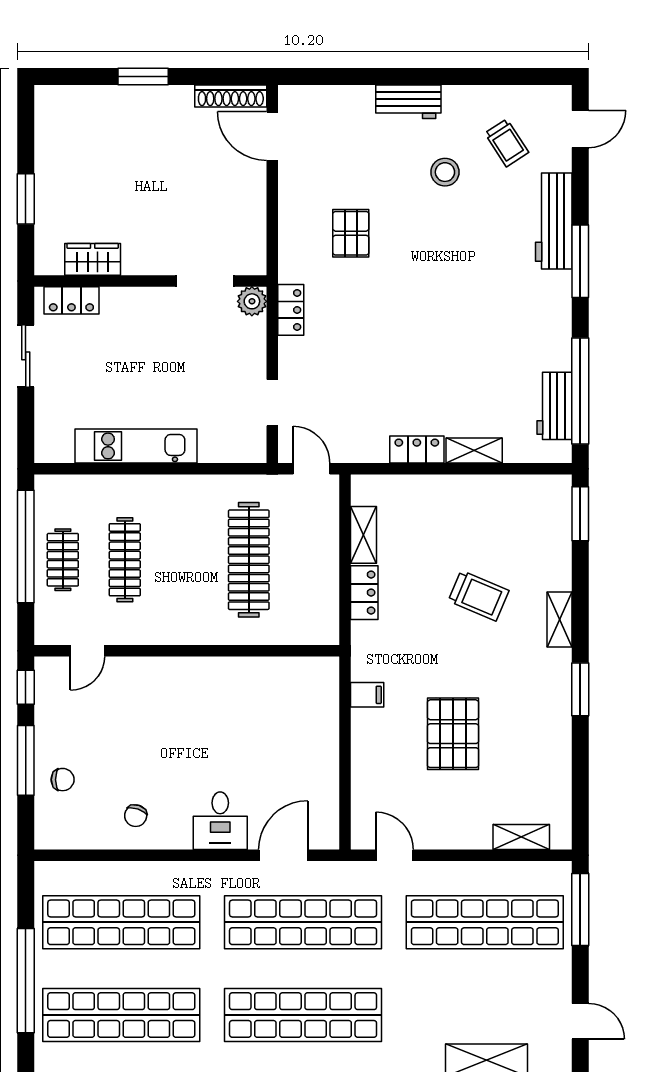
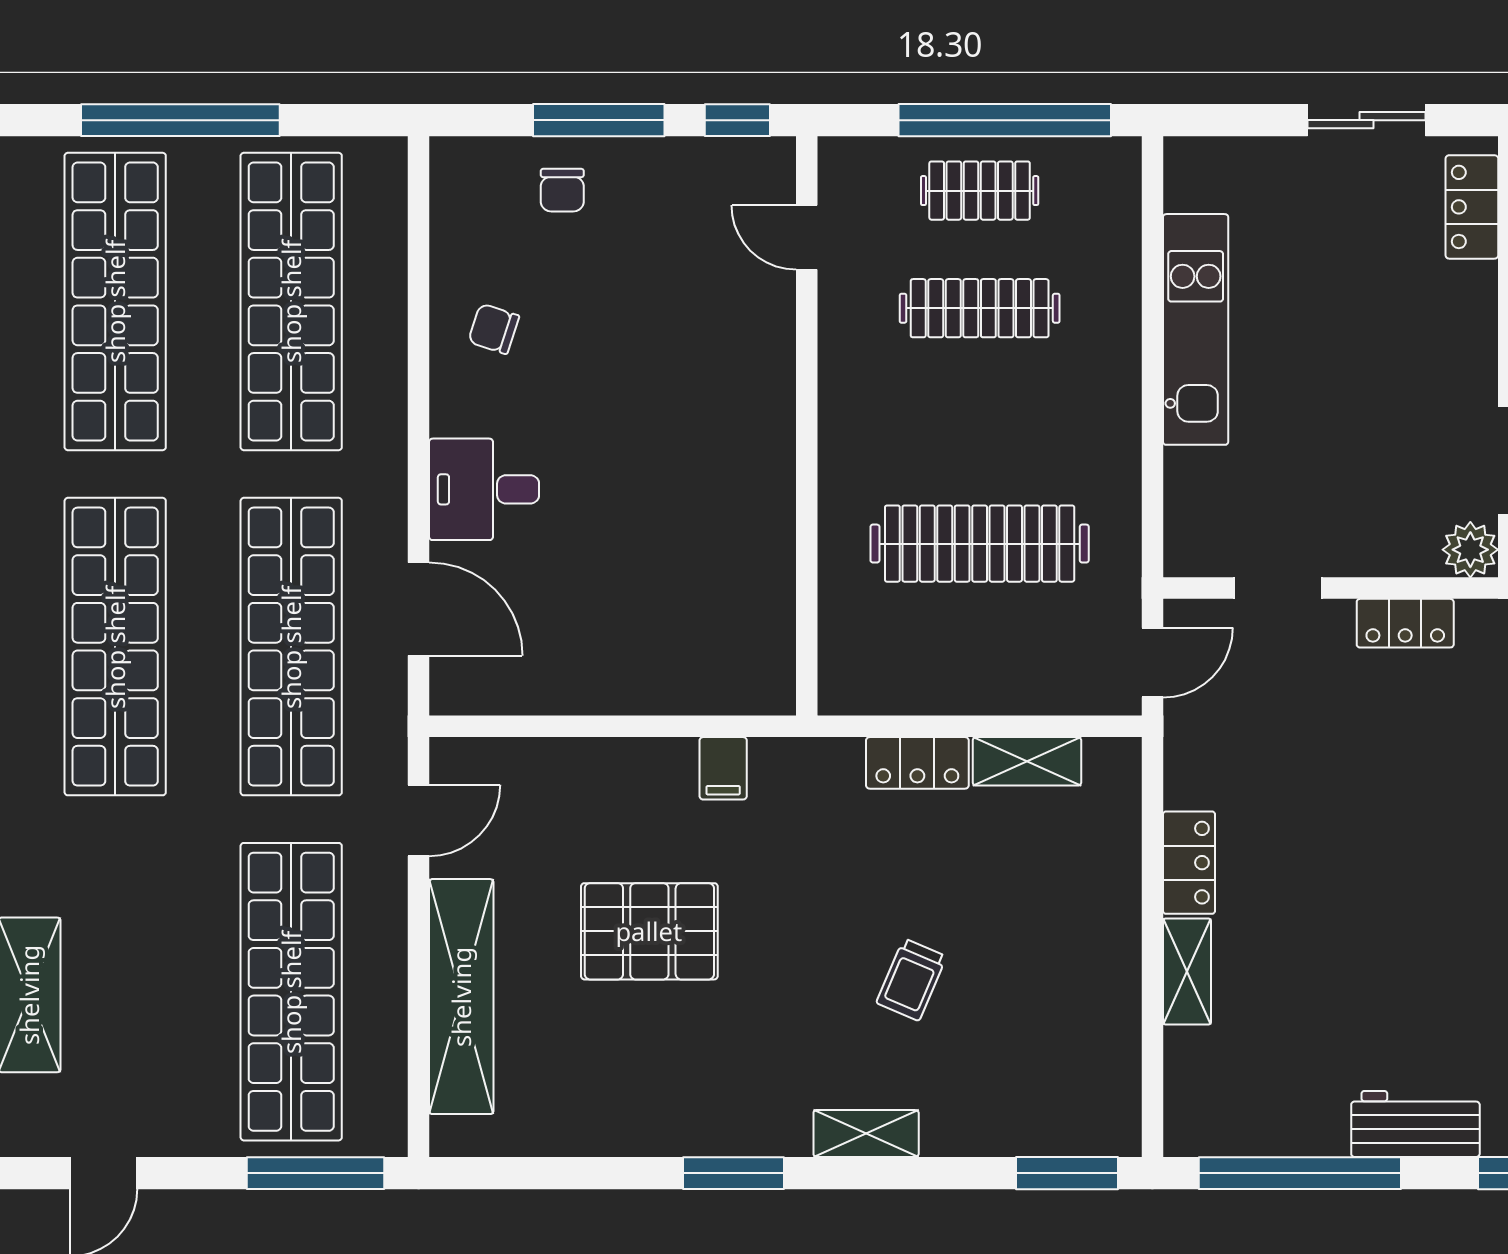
locker: (291, 310) -> (1405, 623), moved
workbench: (554, 406) -> (1415, 1124), moved
trolley: (478, 596) -> (911, 980), width x0.73, depth x0.72
shelving: (521, 837) -> (461, 997), width x2.20, depth x1.33

